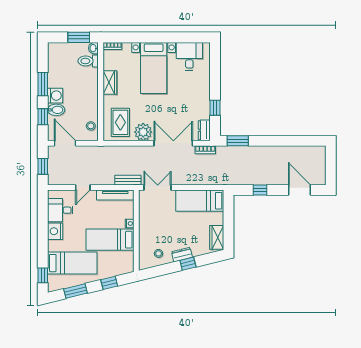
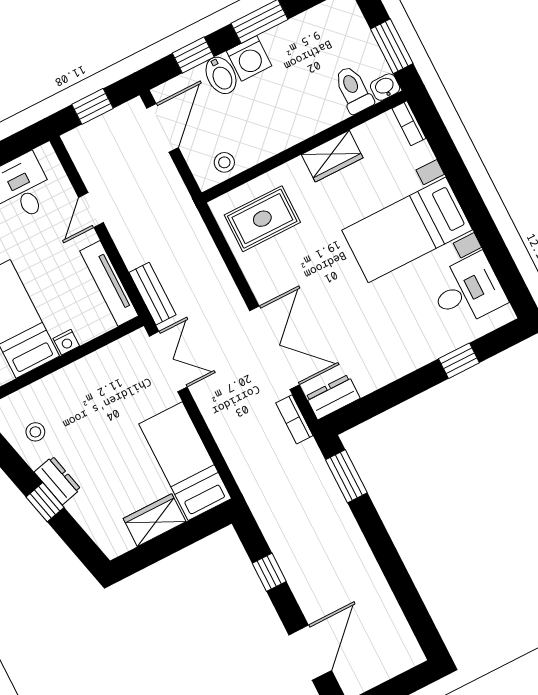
window: (215, 108) -> (459, 361), moved
plant: (143, 132) -> (266, 275), removed
door: (83, 188) -> (91, 210), hinge flipped
wardrobe: (217, 237) -> (155, 520), moved

